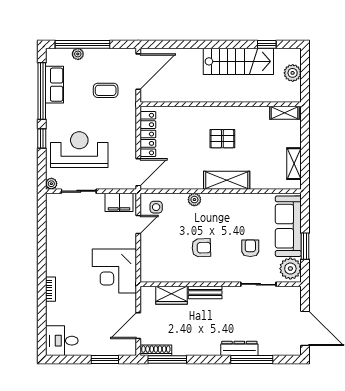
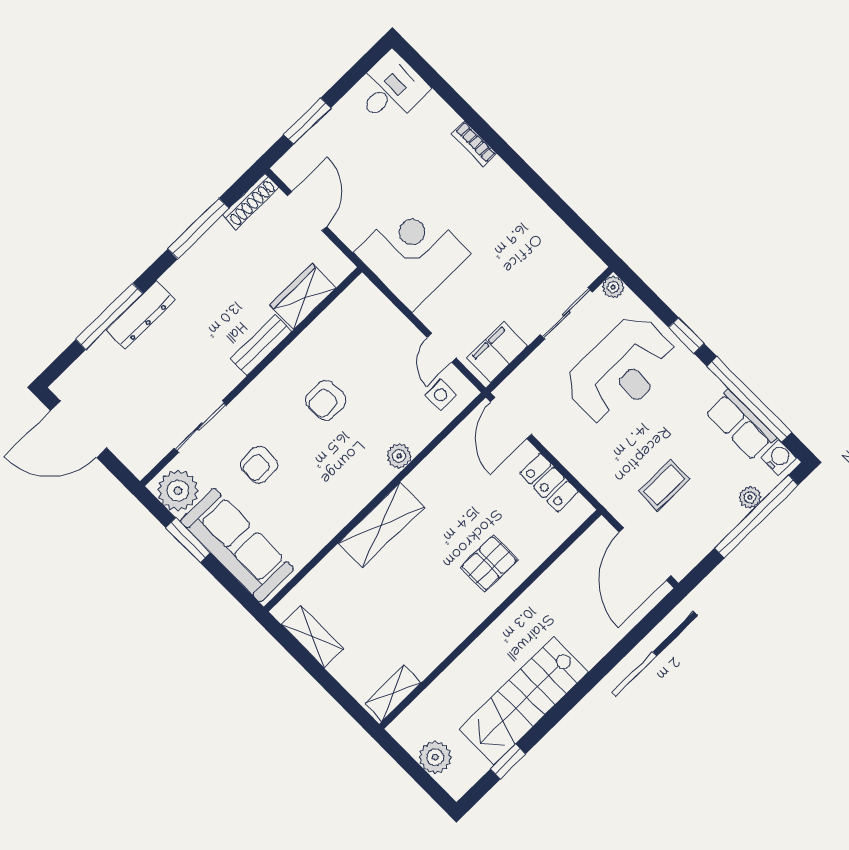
water cooler: (52, 58) -> (779, 458), added
locker: (148, 134) -> (549, 483), width x0.66
pallet: (222, 139) -> (489, 563), moved
armchair: (250, 248) -> (259, 465), turned 90
window: (167, 359) -> (198, 229), moved

